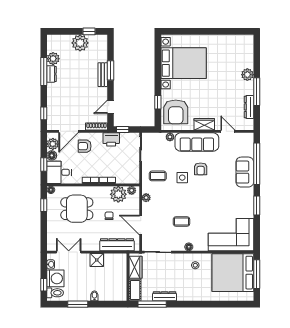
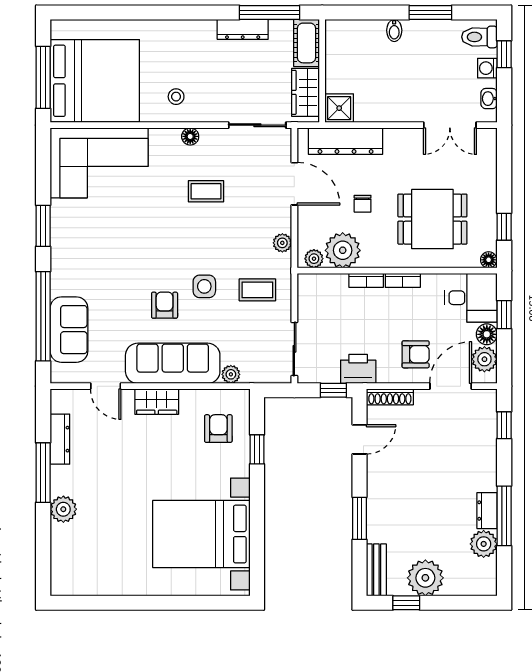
bench: (103, 75) -> (376, 570), moved
armchair: (176, 112) -> (218, 429), width x0.53, depth x0.53
sofa: (245, 172) -> (69, 330), moved
shower: (97, 260) -> (339, 108), moved
washing machine: (55, 278) -> (487, 68), width x0.53, depth x0.53

